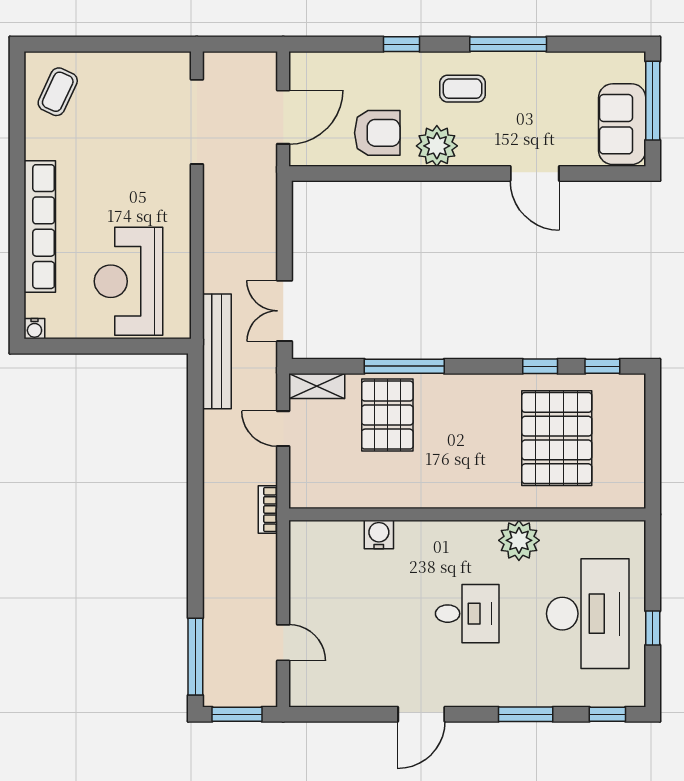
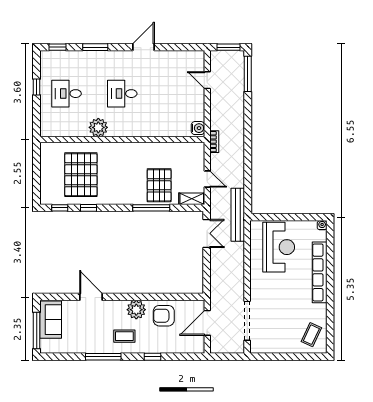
water cooler: (379, 535) -> (198, 128), moved, turned -90
desk: (588, 614) -> (67, 94), width x0.53, depth x0.77

